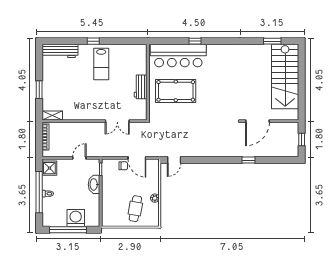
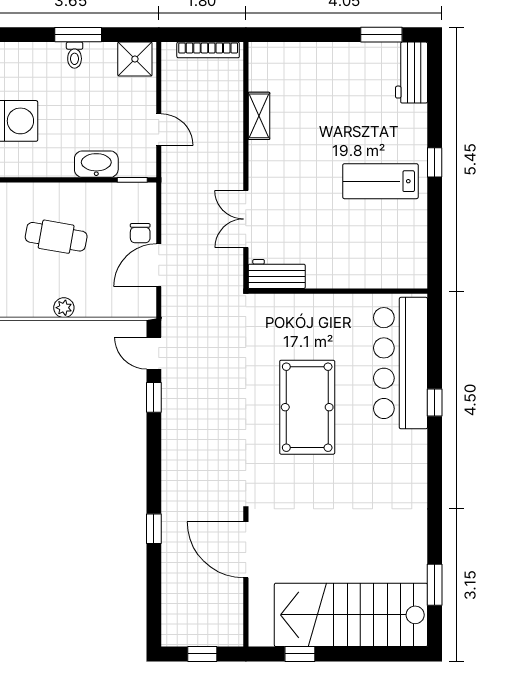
workbench: (60, 51) -> (412, 73), width x0.73
workbench: (141, 87) -> (277, 274), moved
window: (39, 90) -> (381, 35), moved
pool table: (176, 91) -> (307, 407), moved
window: (302, 98) -> (300, 654), added
shelving: (52, 116) -> (259, 116), moved
window: (193, 160) -> (154, 397), added
window: (39, 192) -> (78, 35), width x0.47
cafe table: (135, 209) -> (56, 237), moved

